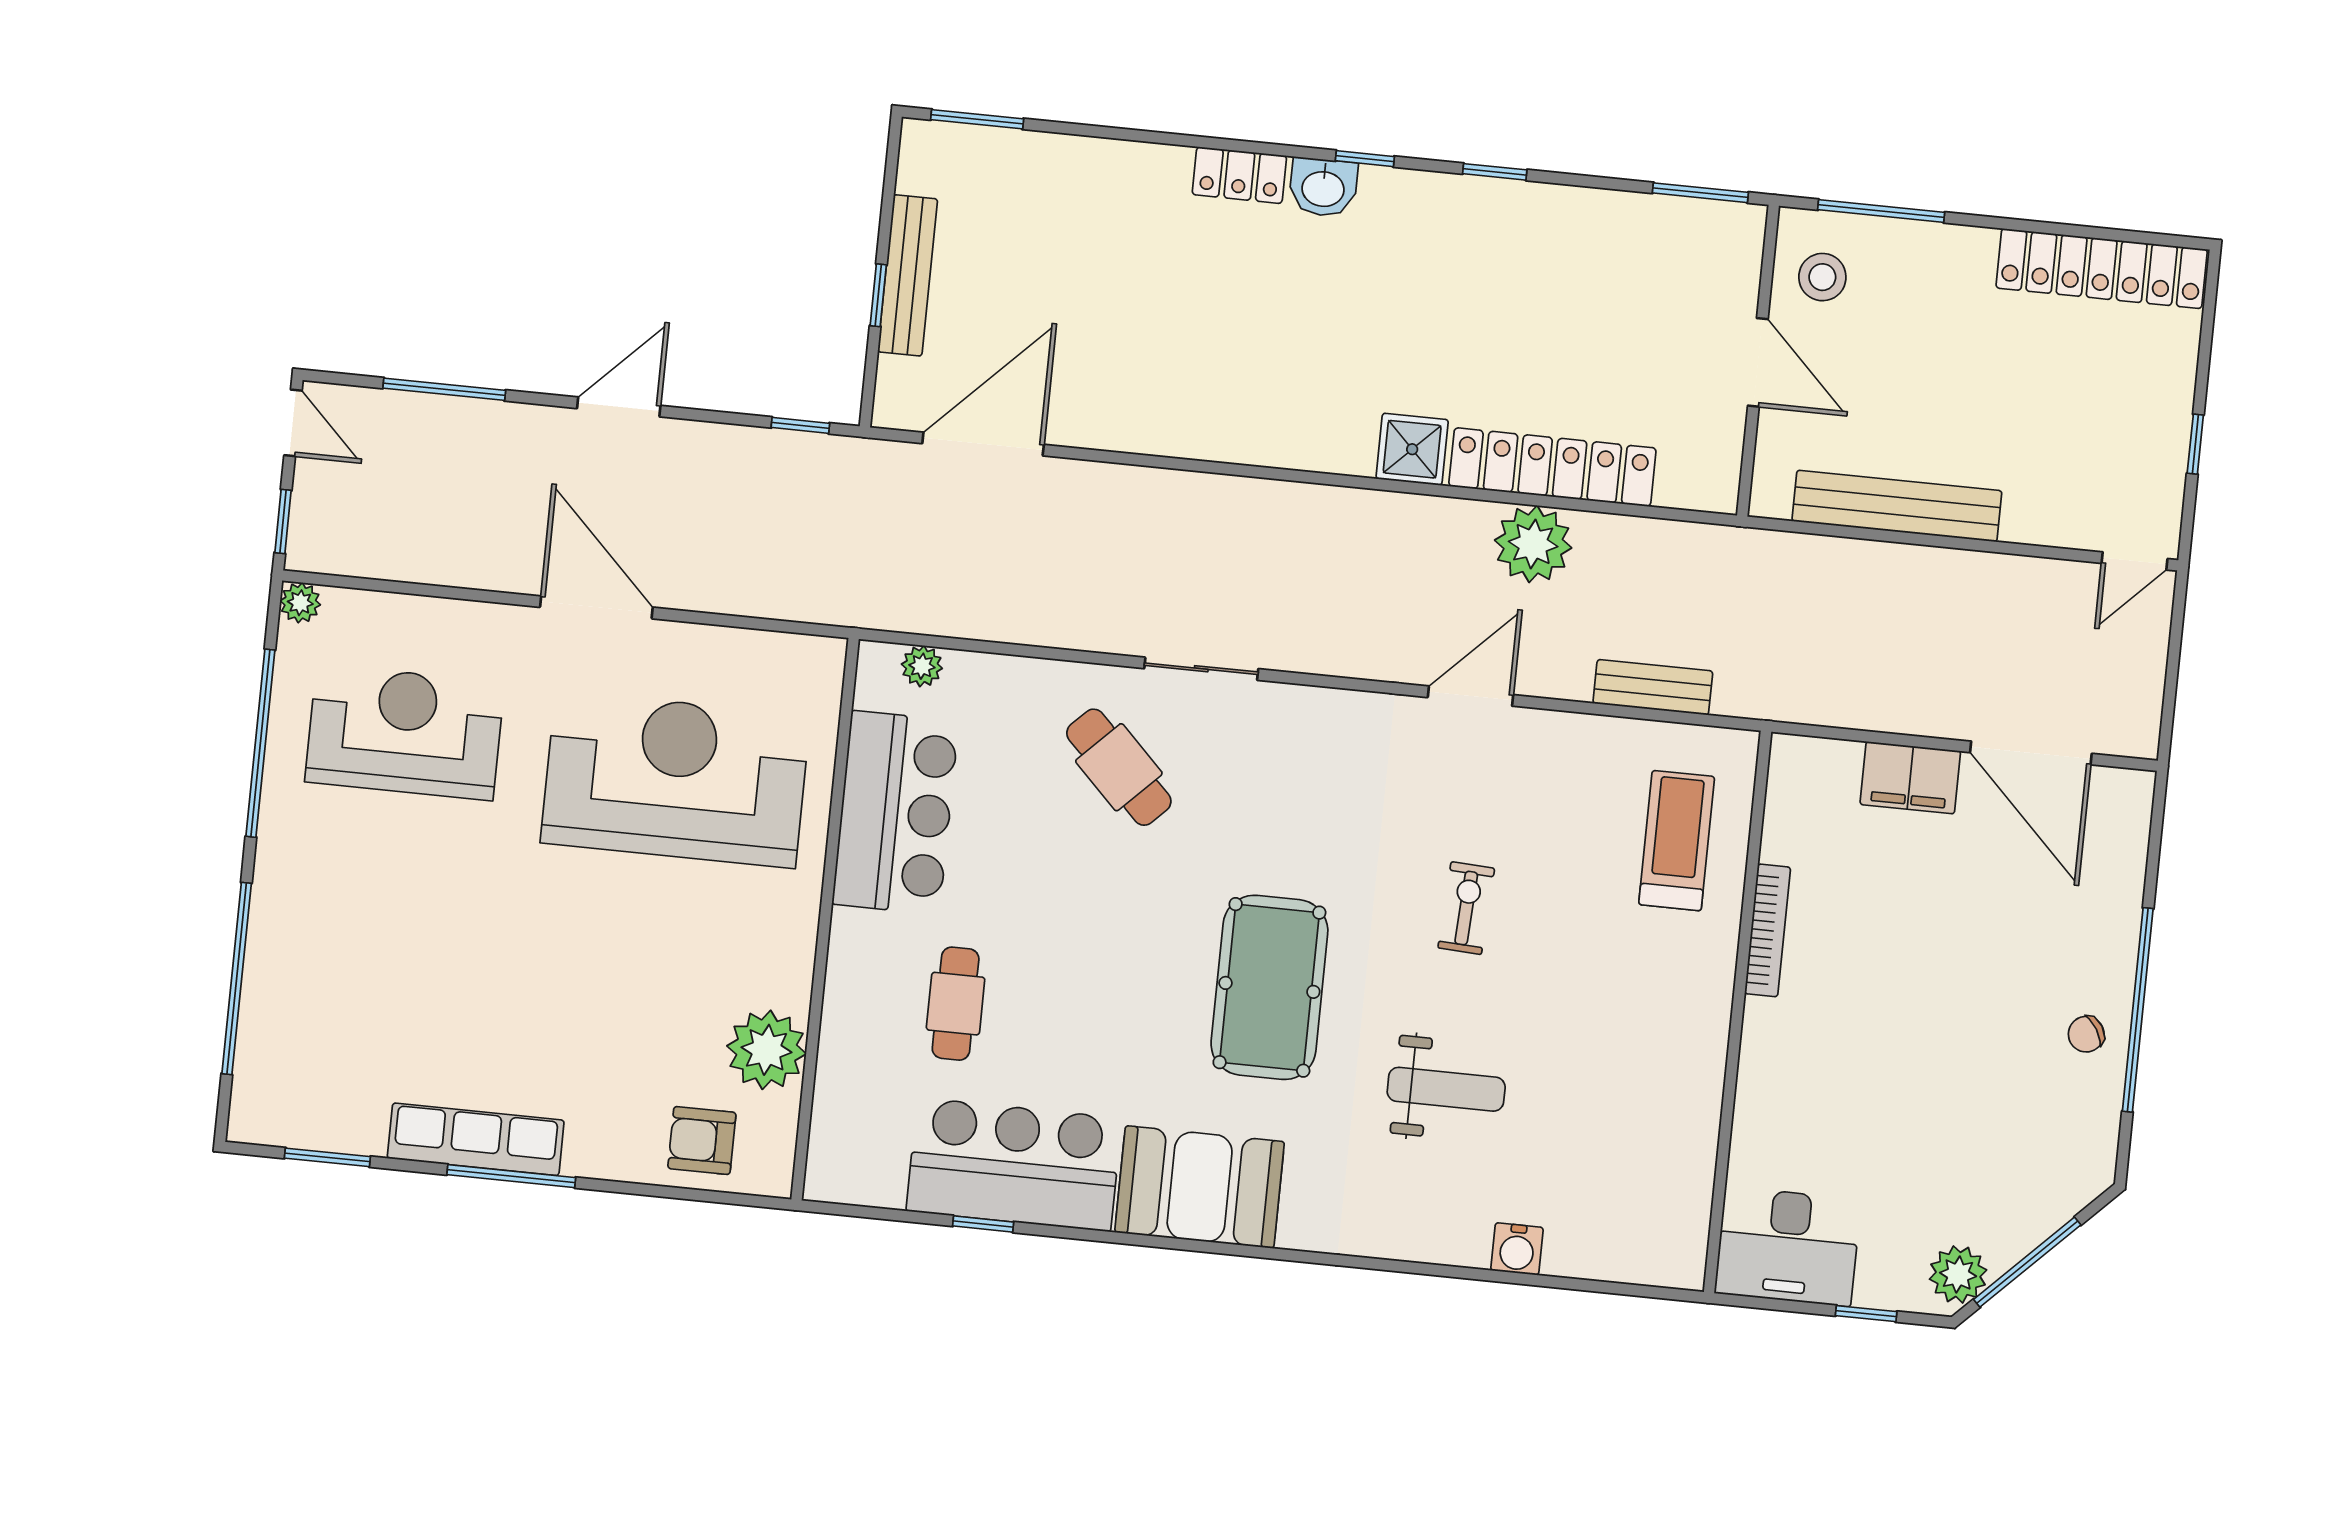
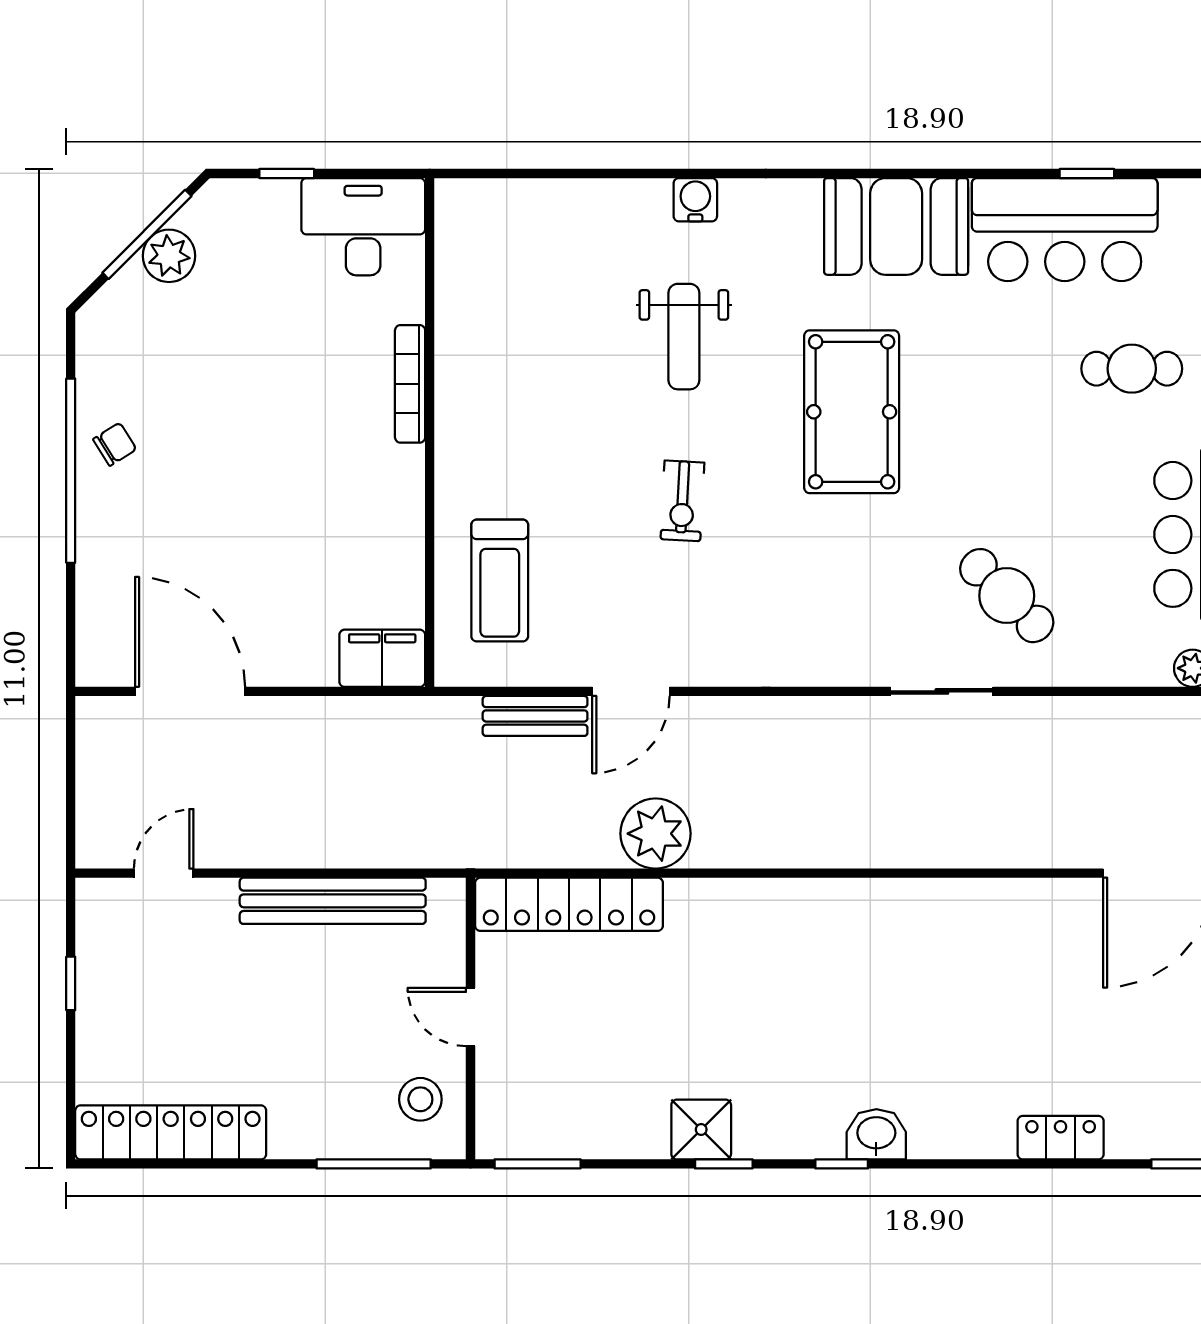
locker: (1239, 175) -> (1061, 1138), moved
door: (1758, 362) -> (470, 1017), width x0.73
shower: (1412, 449) -> (701, 1130), moved
locker: (1552, 467) -> (569, 904), moved
door: (2135, 561) -> (164, 873), moved
door: (1470, 696) -> (631, 691), moved
filing cabinet: (1910, 778) -> (382, 658), moved
bookcase: (1768, 930) -> (410, 384), moved
cafe table: (956, 1004) -> (1132, 369), turned 90
weight bench: (1446, 1089) -> (684, 337), turned -90
water cooler: (1517, 1249) -> (695, 200), moved
plant: (1958, 1274) -> (169, 256), moved

